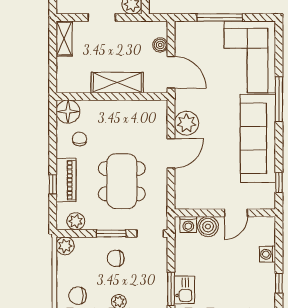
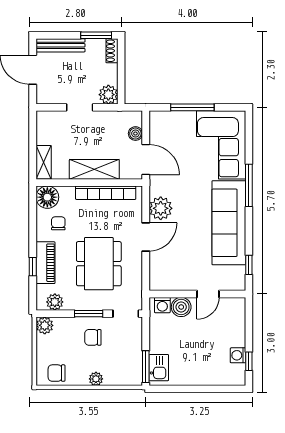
shelving: (64, 39) -> (44, 162), moved
bookcase: (129, 107) -> (106, 193), added
washing machine: (268, 254) -> (238, 355), moved

